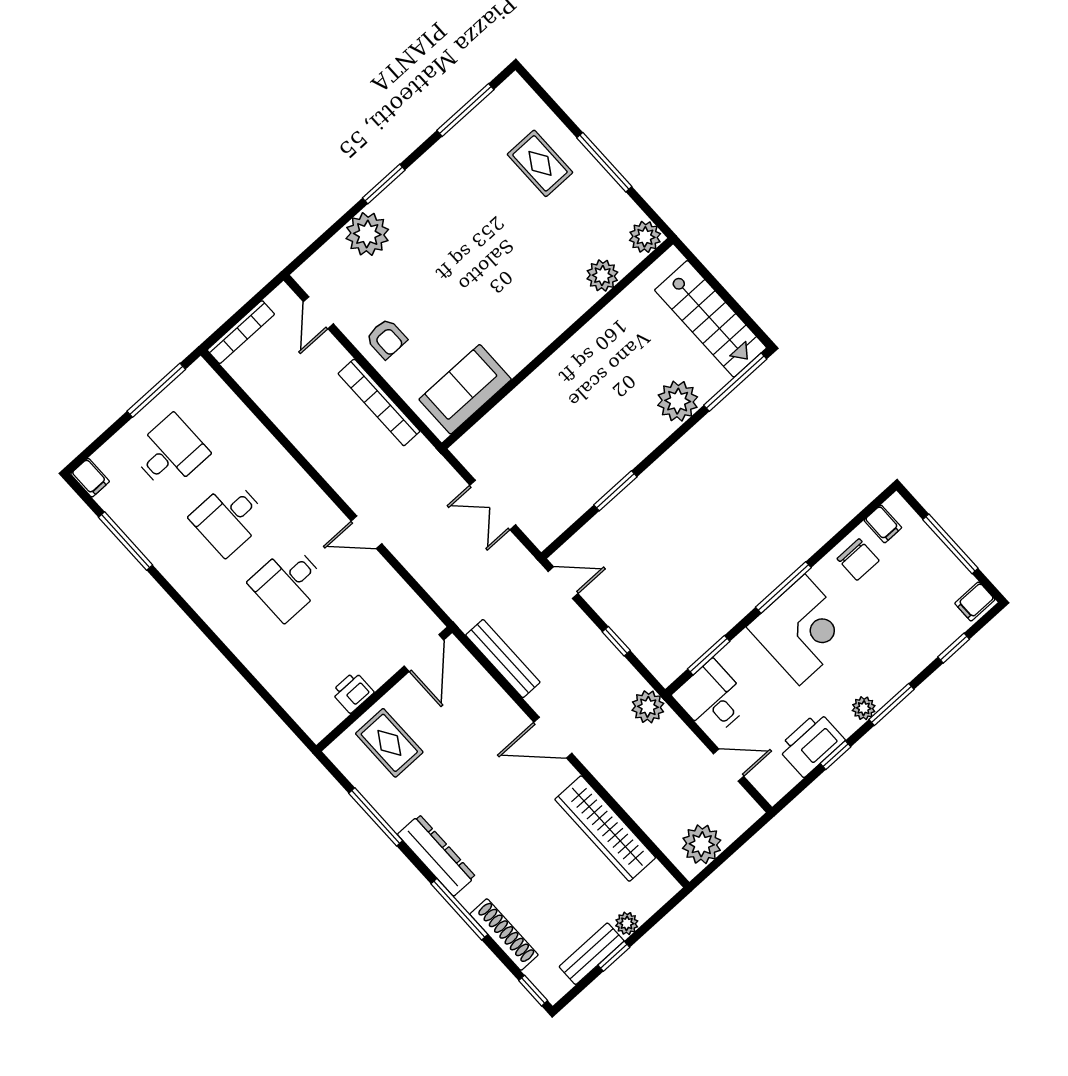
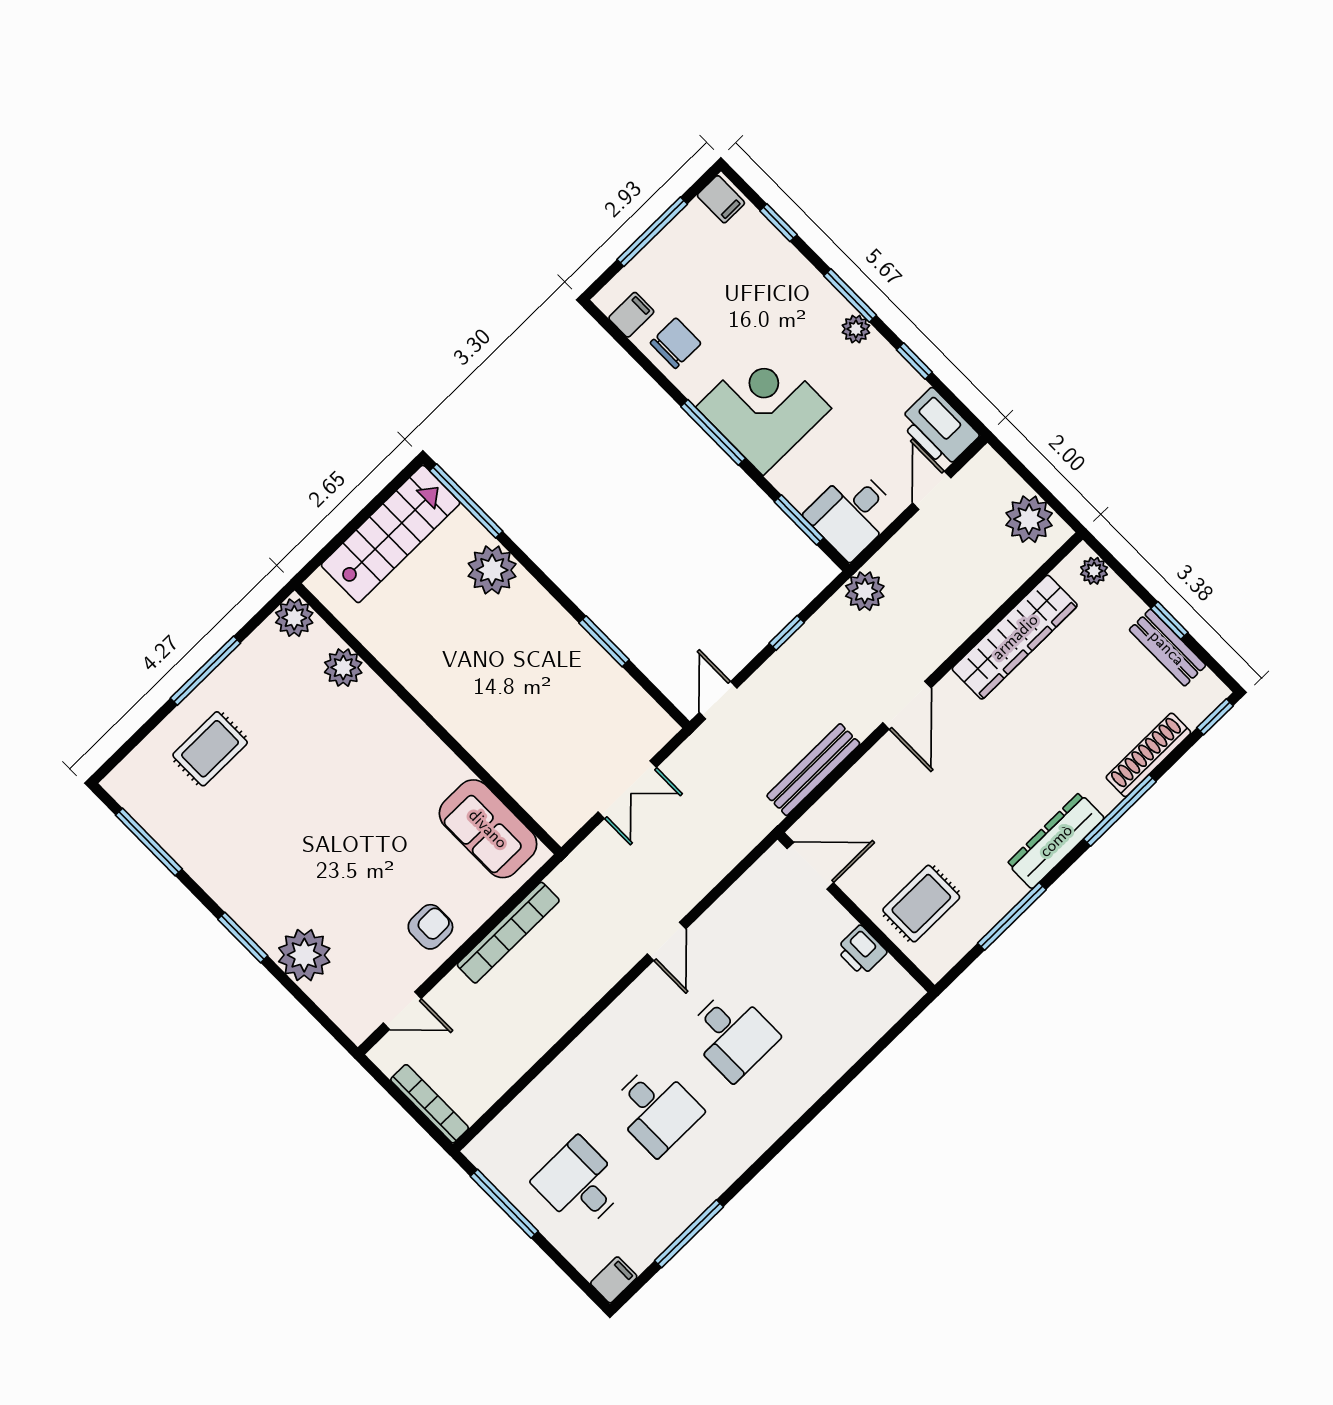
printer: (811, 744) -> (939, 428), moved
plant: (627, 923) -> (1094, 571), moved

